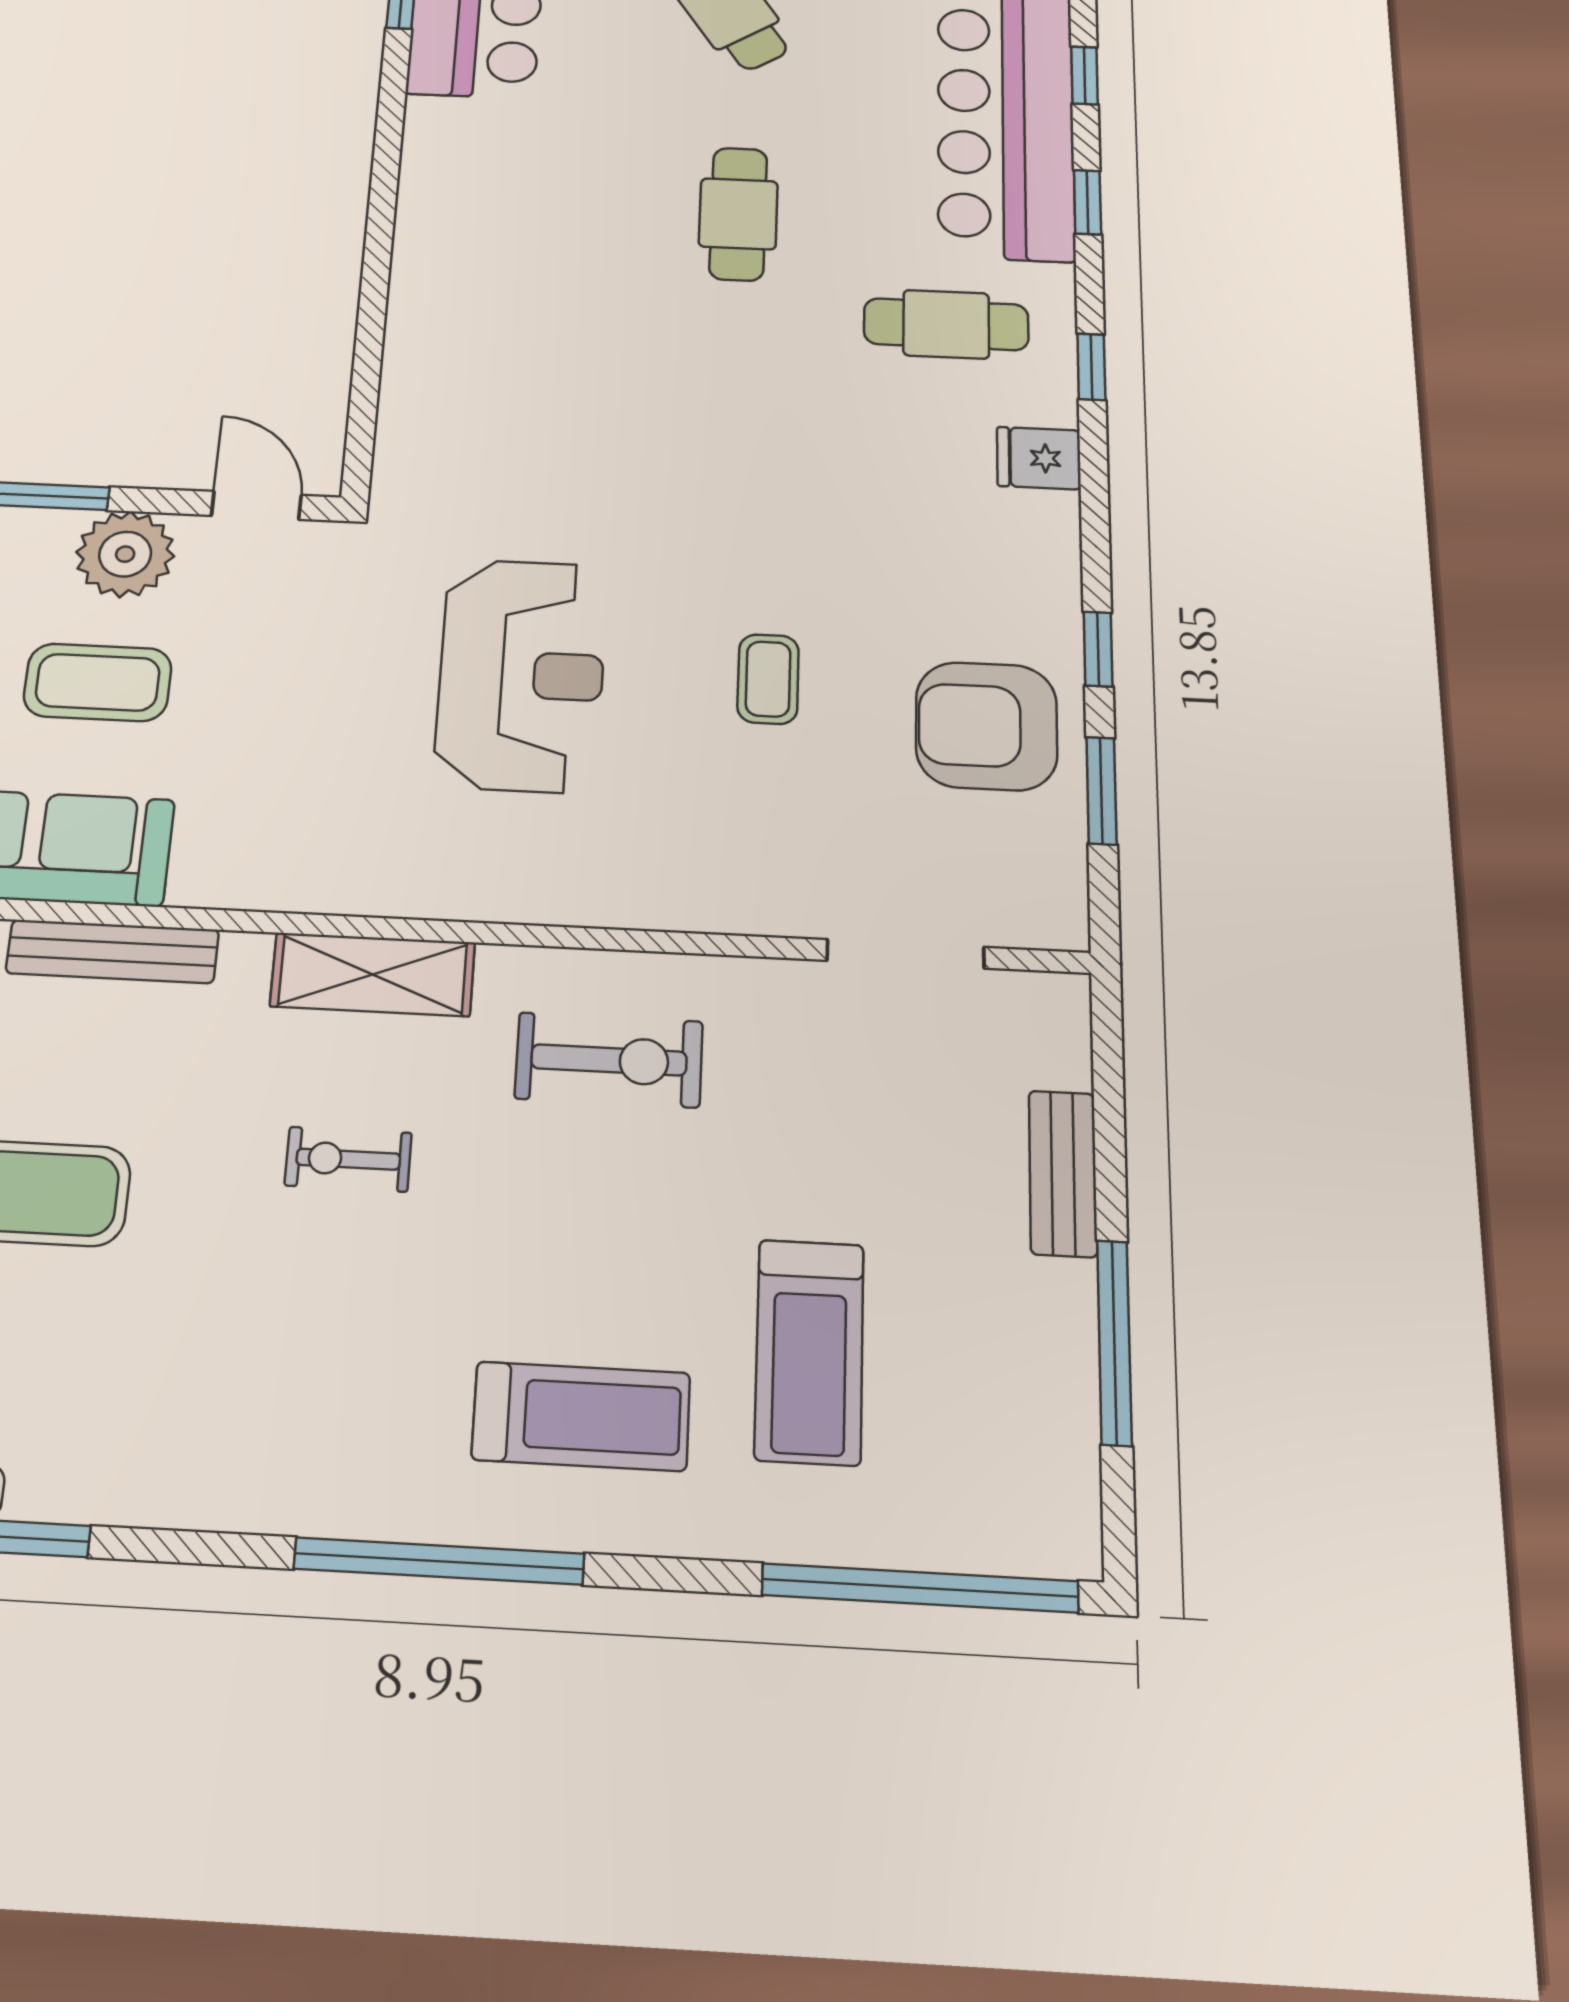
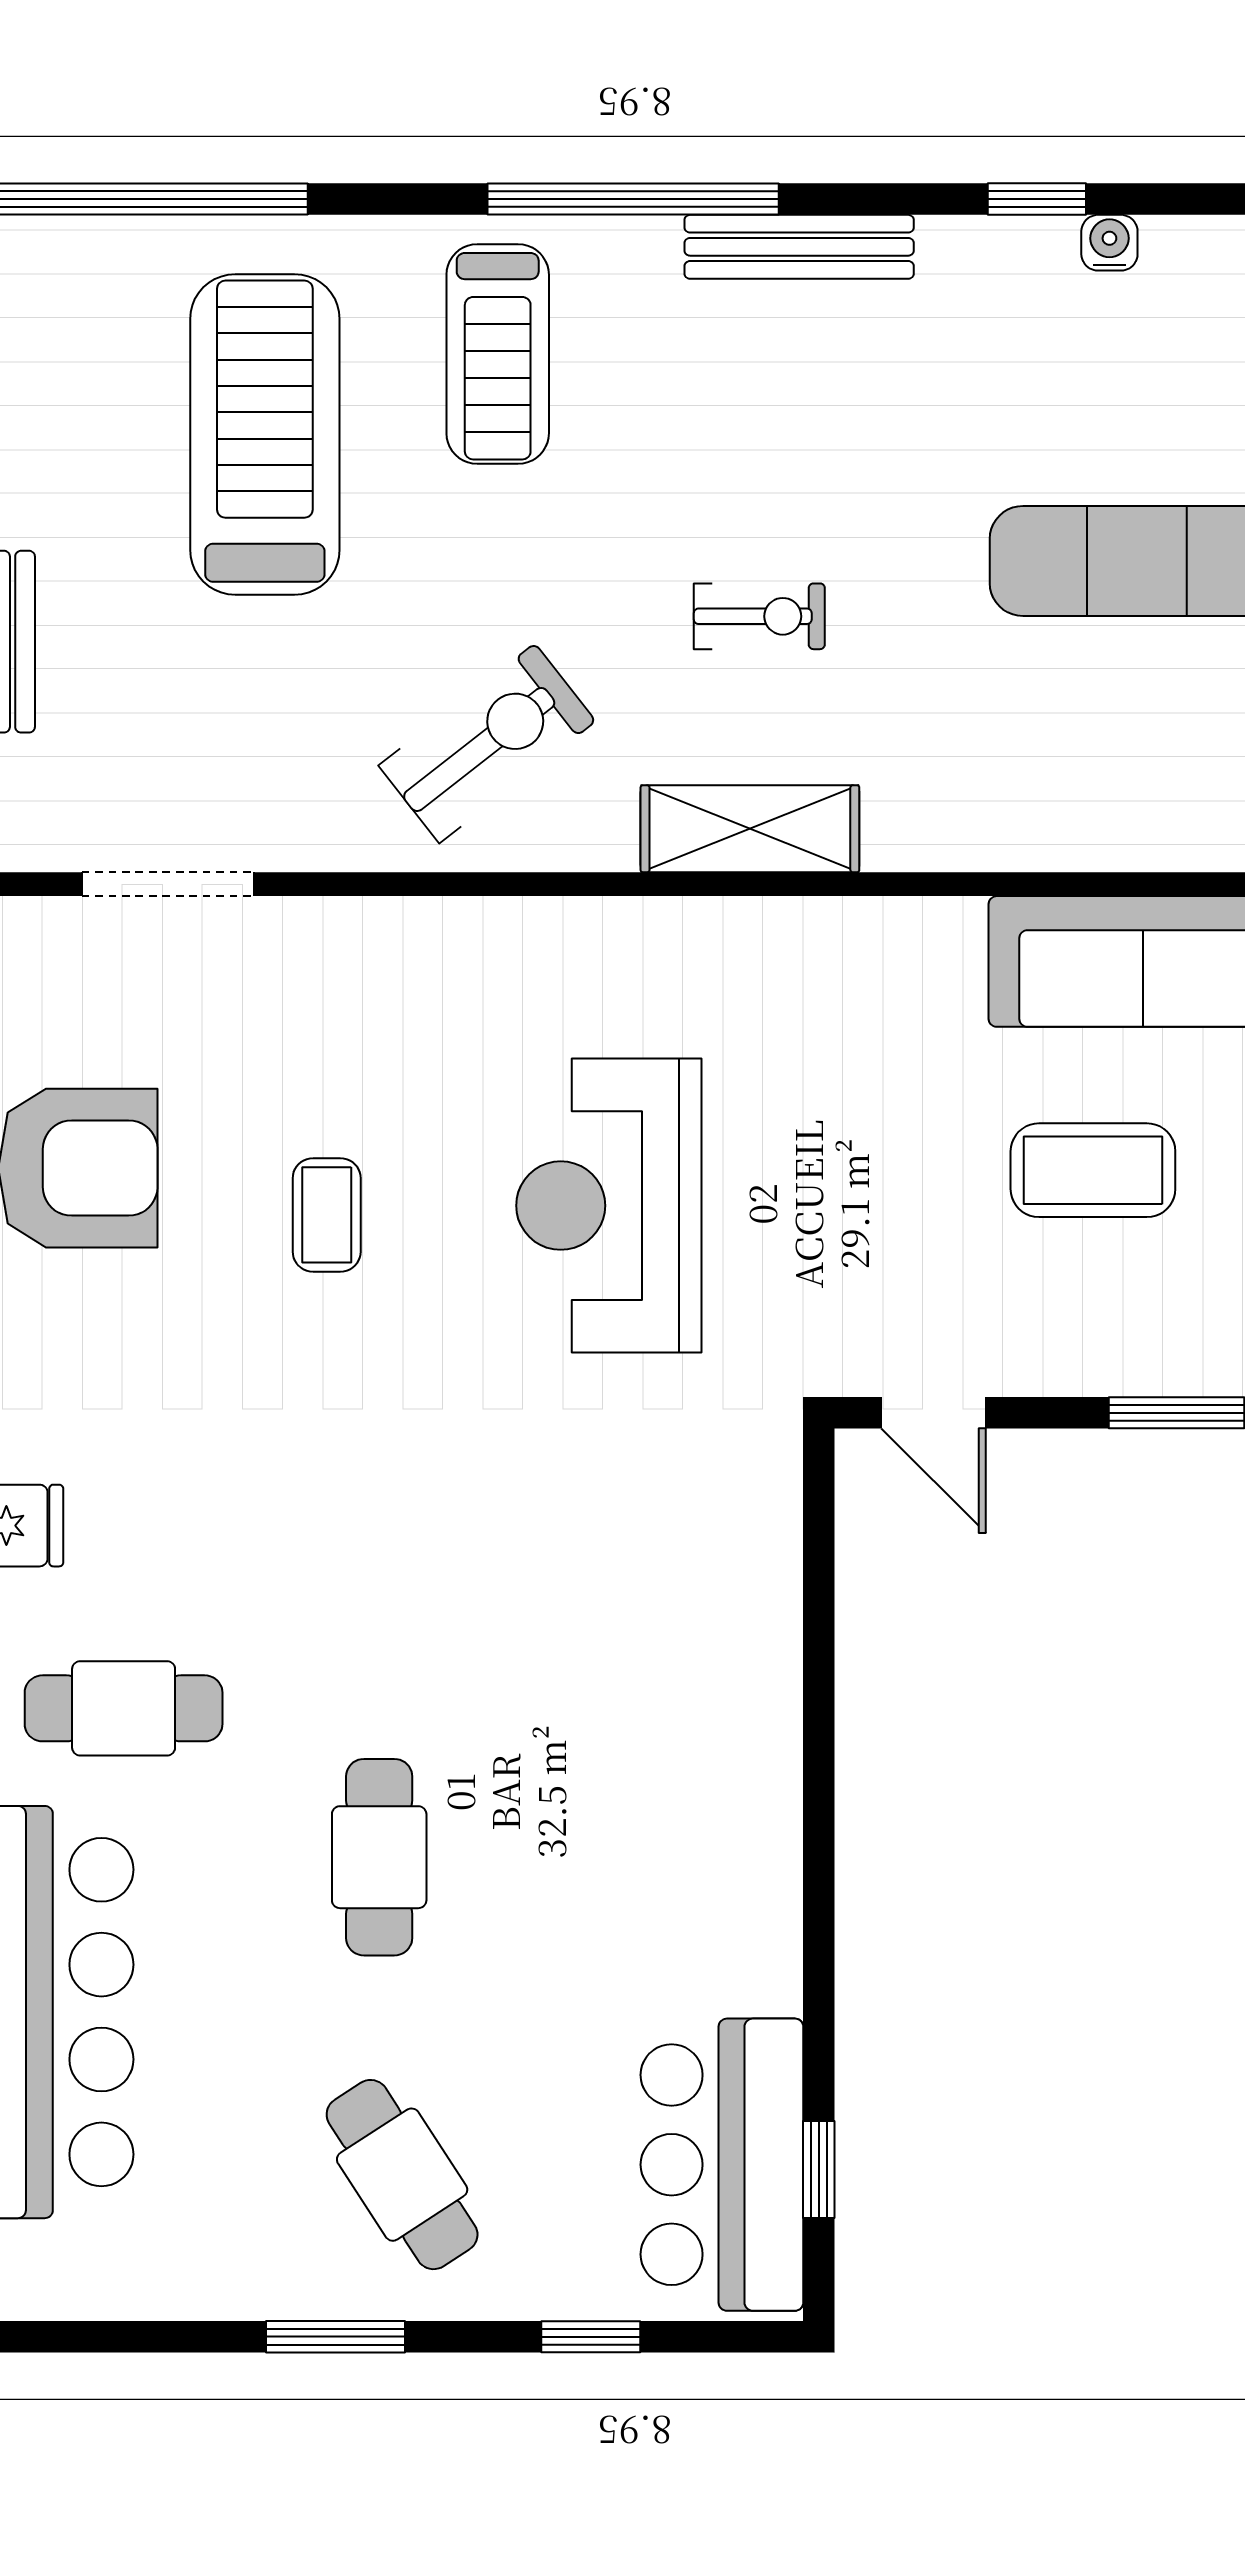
plant: (125, 554) -> (1080, 1339), removed
bench: (113, 951) -> (799, 247), moved
exercise bike: (609, 1060) -> (487, 743), turned 142
treadmill: (809, 1351) -> (265, 434), width x1.37, depth x1.38
treadmill: (581, 1416) -> (498, 354), turned -90

